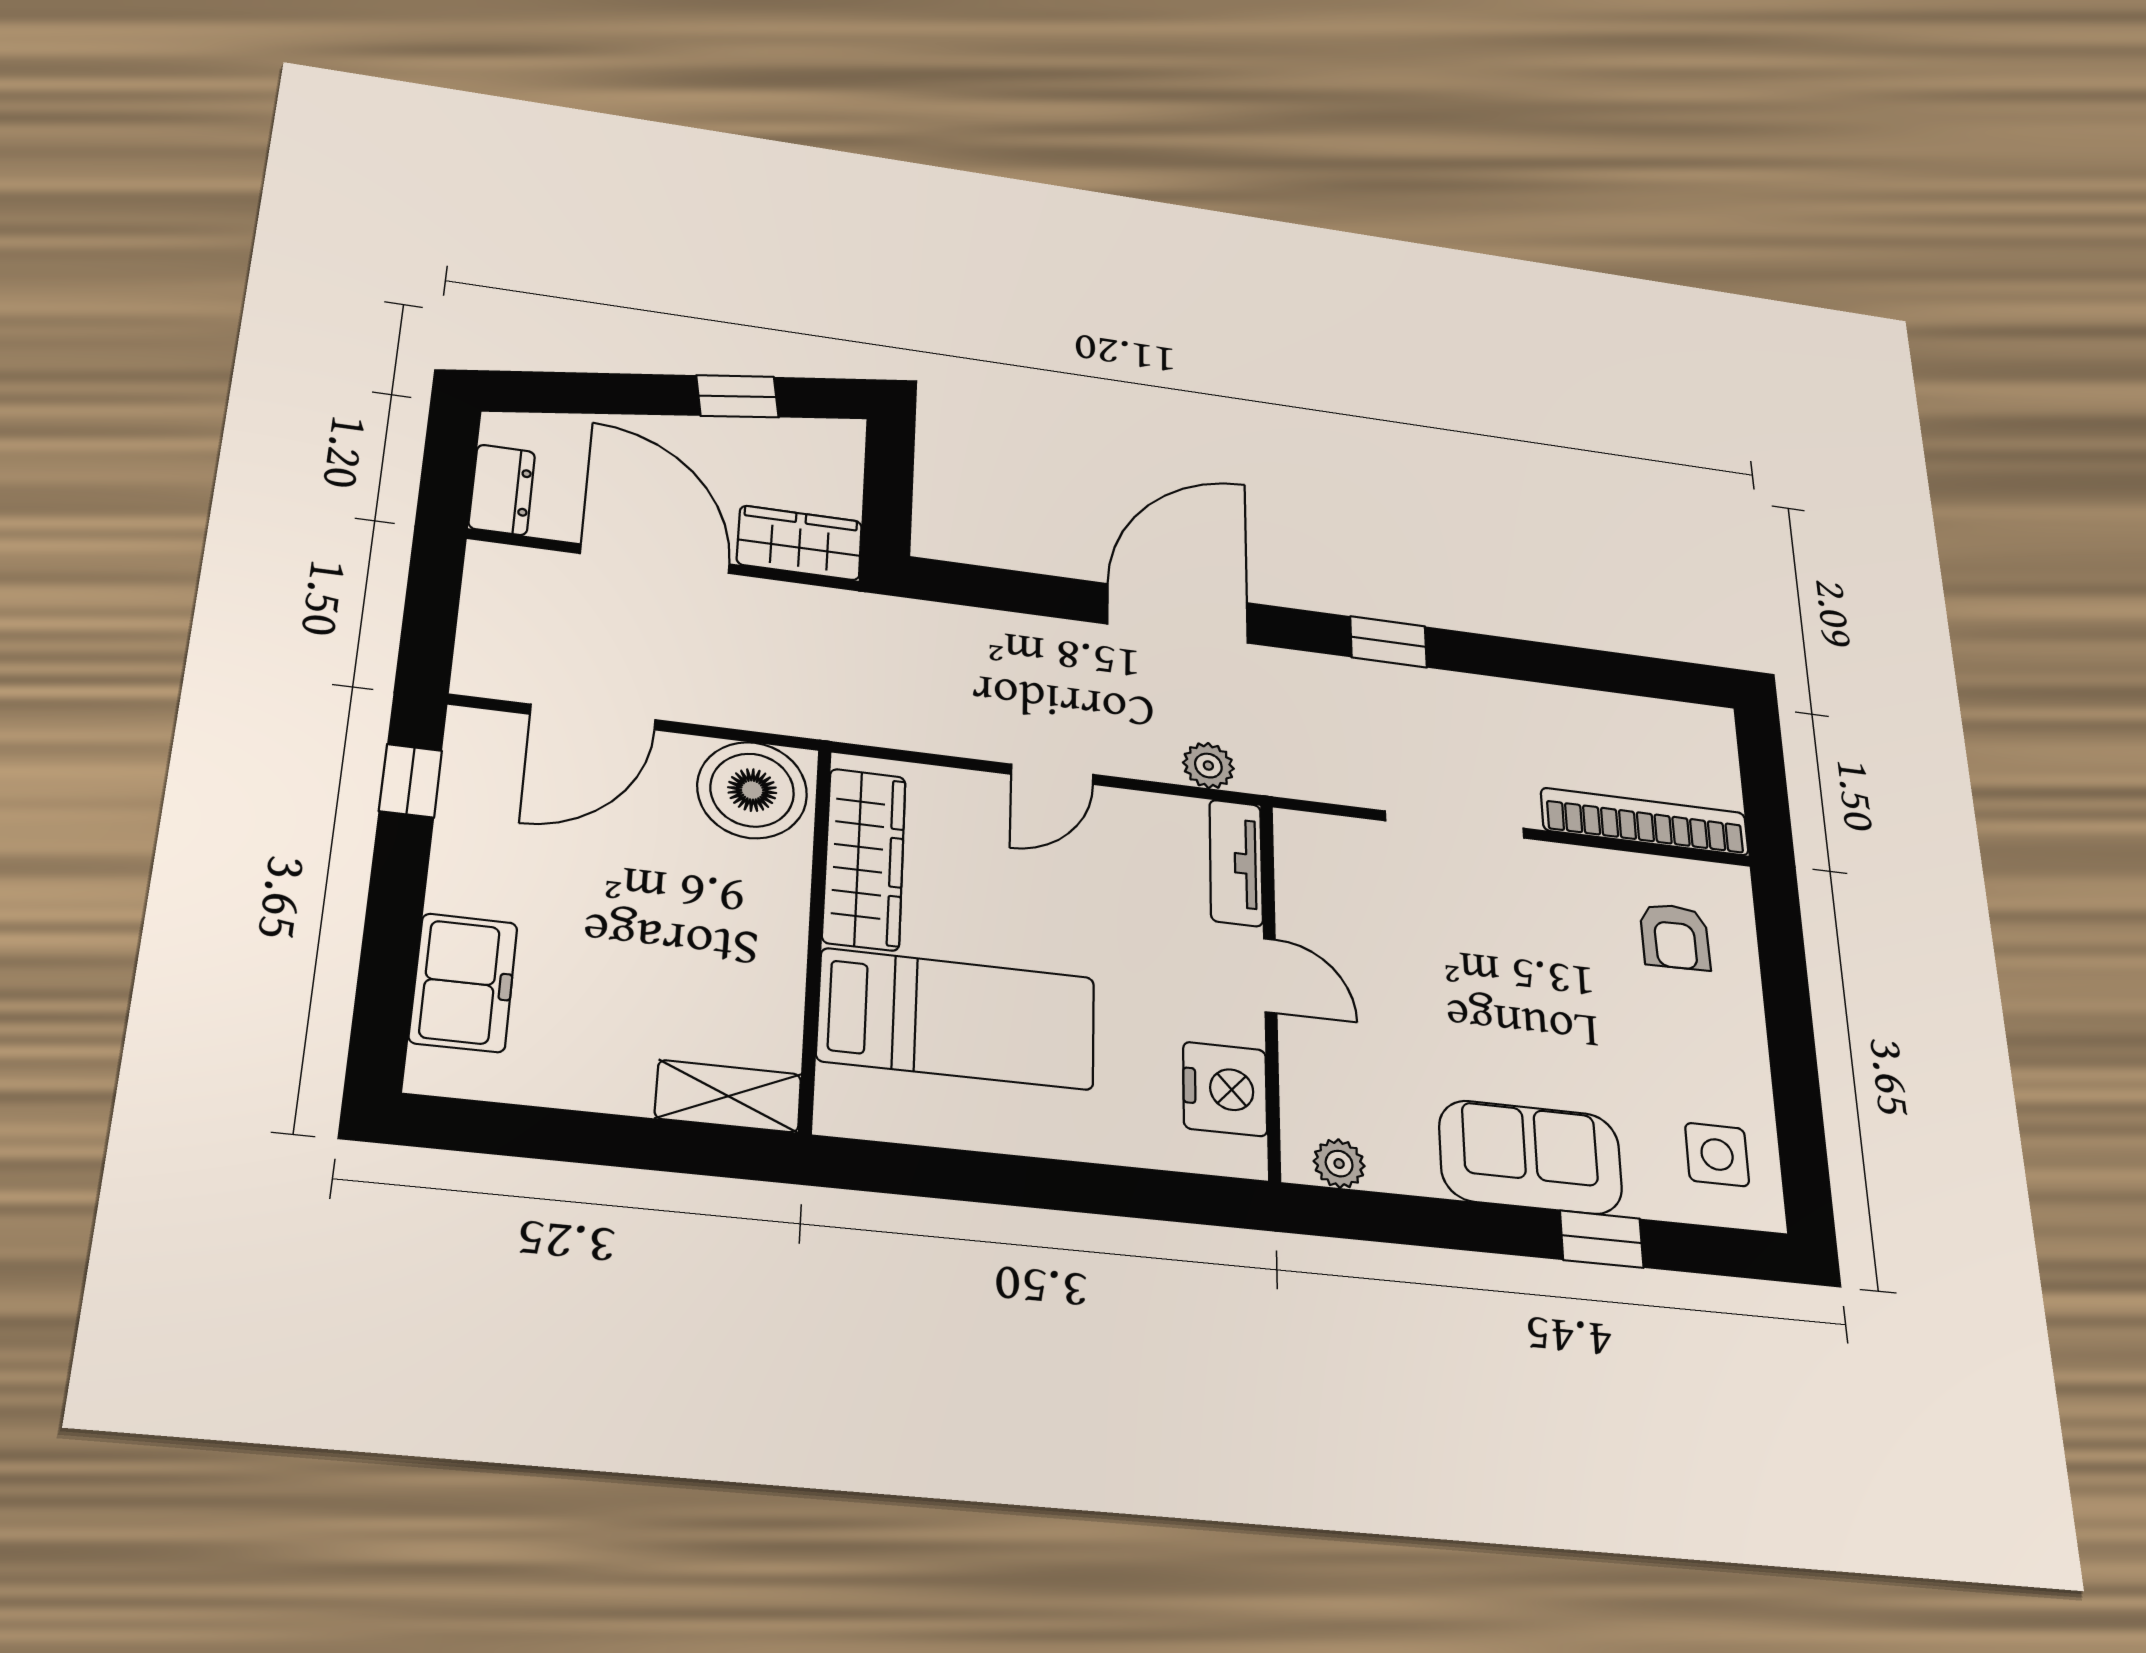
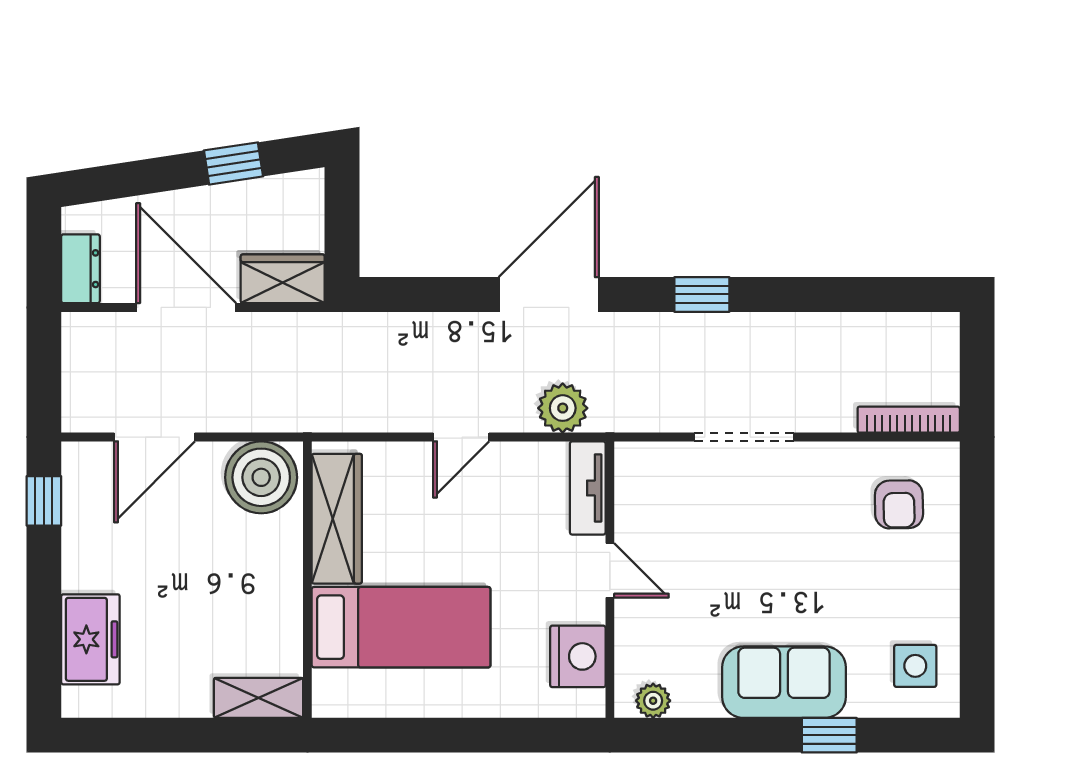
plant: (1208, 766) -> (563, 408), width x1.38, depth x1.38
bookcase: (1645, 822) -> (909, 420), width x0.68, depth x0.76

